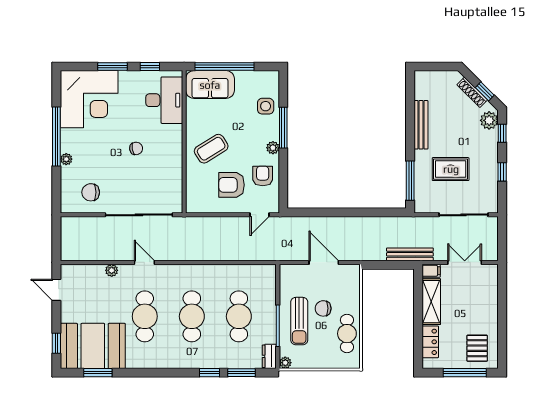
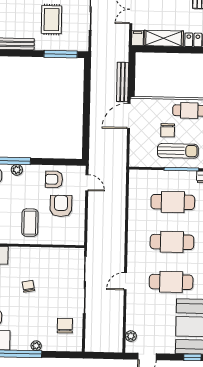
plant: (273, 148) -> (17, 170), moved
coffee table: (211, 149) -> (30, 223), turned 32
armchair: (231, 185) -> (61, 206), turned 180
chair: (91, 192) -> (65, 326), turned 180
bench: (410, 254) -> (123, 82), moved
door: (324, 262) -> (129, 116), moved
plant: (112, 270) -> (131, 336), moved

